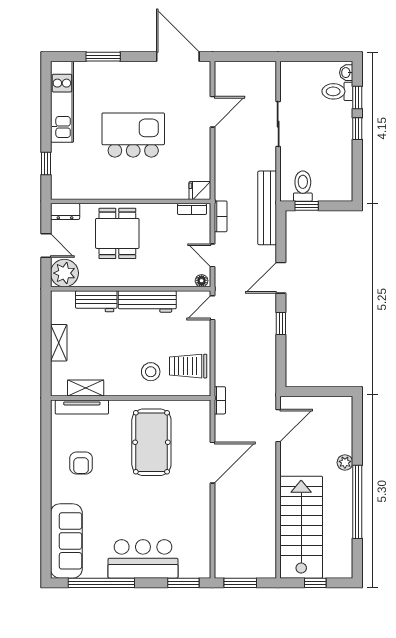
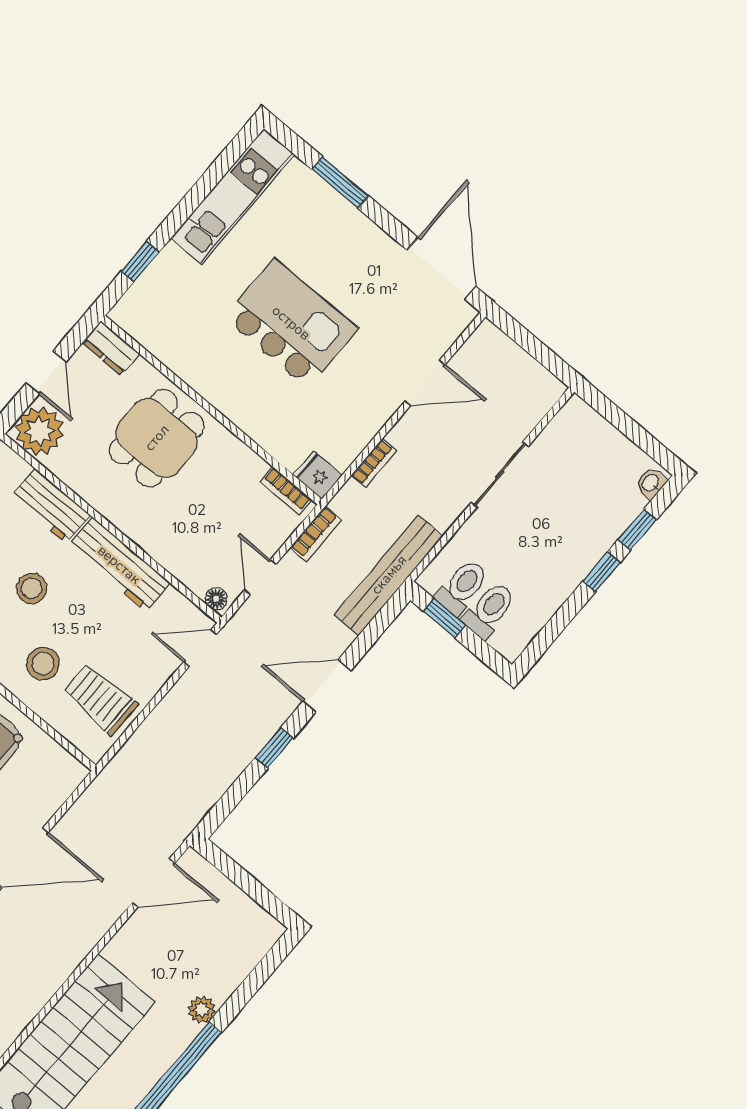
toilet: (337, 91) -> (489, 610), moved, turned 90
stool: (118, 343) -> (32, 588), added
bookcase: (220, 400) -> (374, 463), moved

